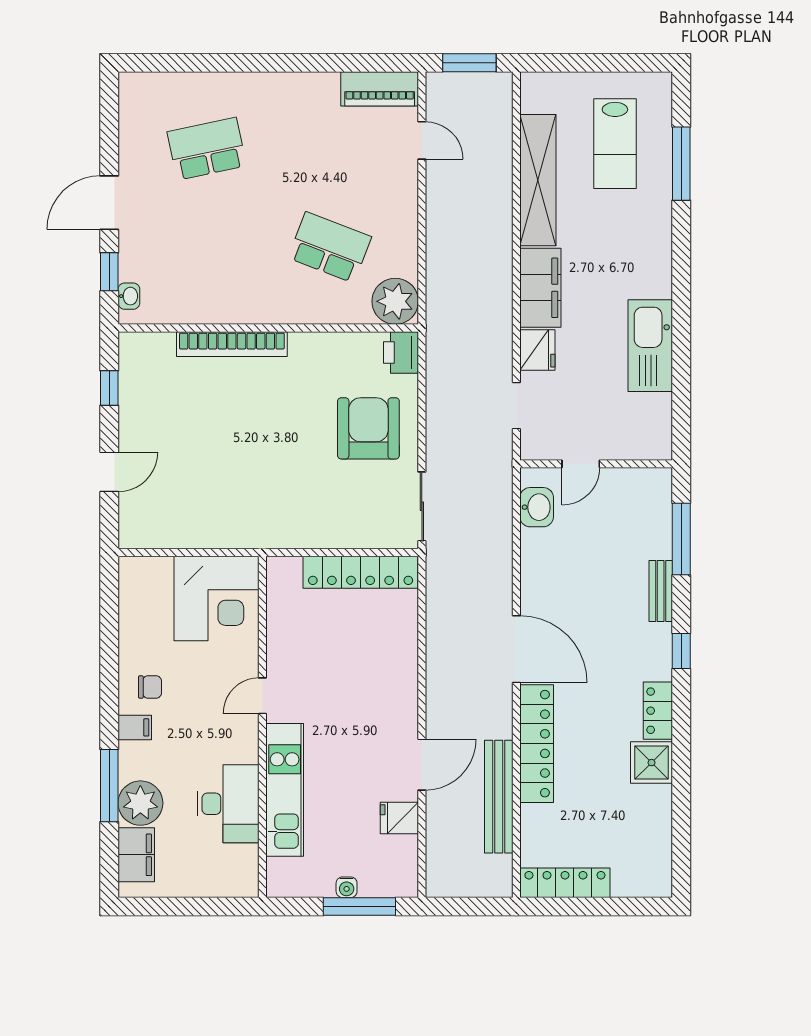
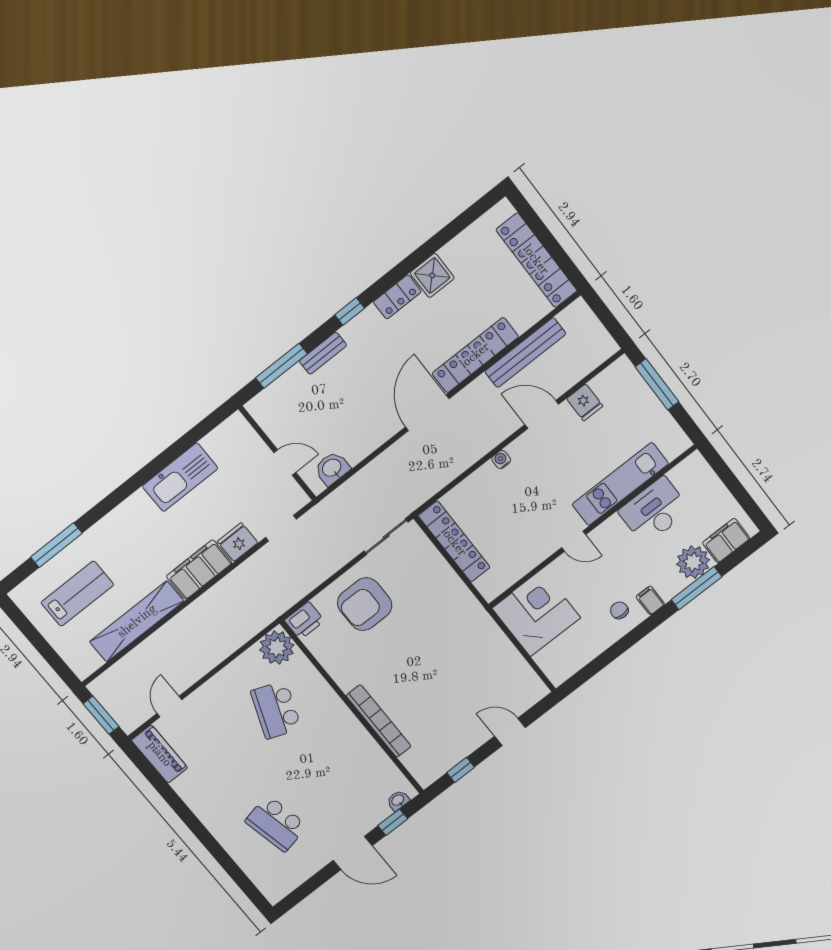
locker: (565, 883) -> (536, 260), width x1.41, depth x1.21
water cooler: (347, 887) -> (501, 460), moved, turned -90

